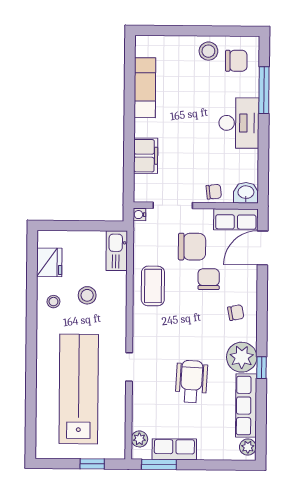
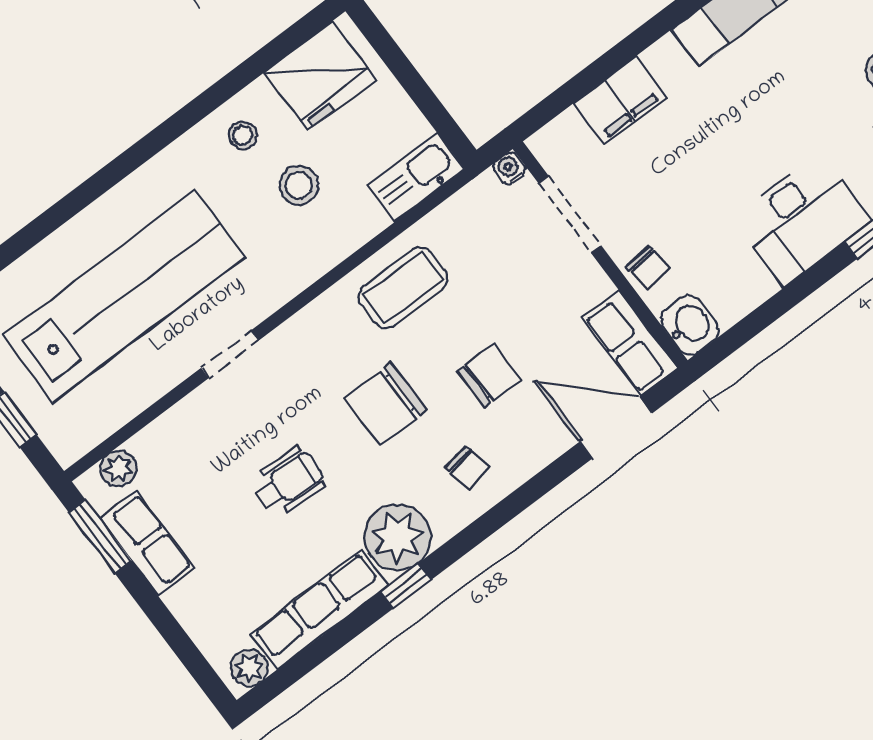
chair: (192, 247) -> (385, 404), moved, turned 90
fridge: (49, 262) -> (320, 76), width x1.36, depth x1.34
wheelchair: (191, 381) -> (288, 482), width x0.73, depth x0.73

